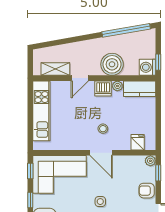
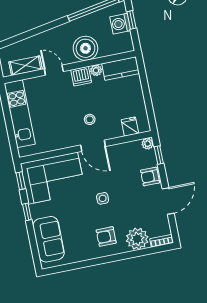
window: (158, 62) -> (132, 20), moved
washing machine: (147, 67) -> (120, 24), moved
door: (80, 78) -> (54, 70), swing flipped

